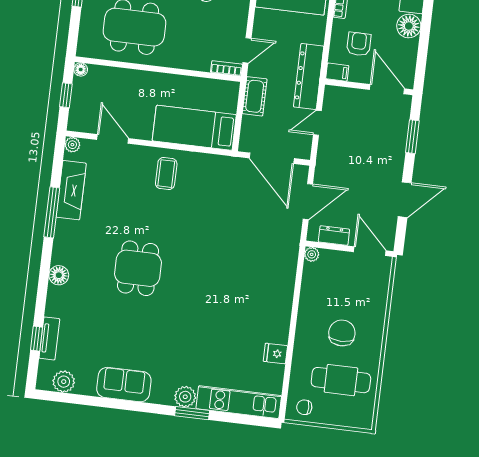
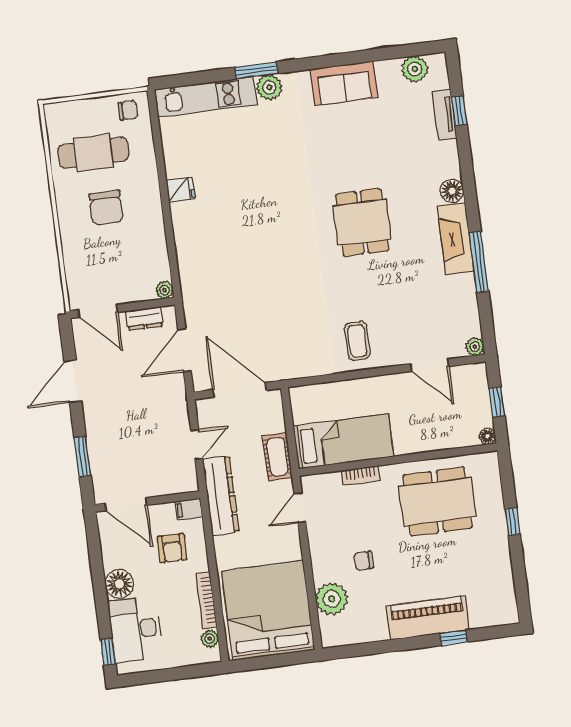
bookcase: (226, 68) -> (361, 475), moved
bed: (194, 128) -> (343, 441), moved
fireplace: (71, 190) -> (456, 239), moved
fridge: (275, 354) -> (181, 189), moved

